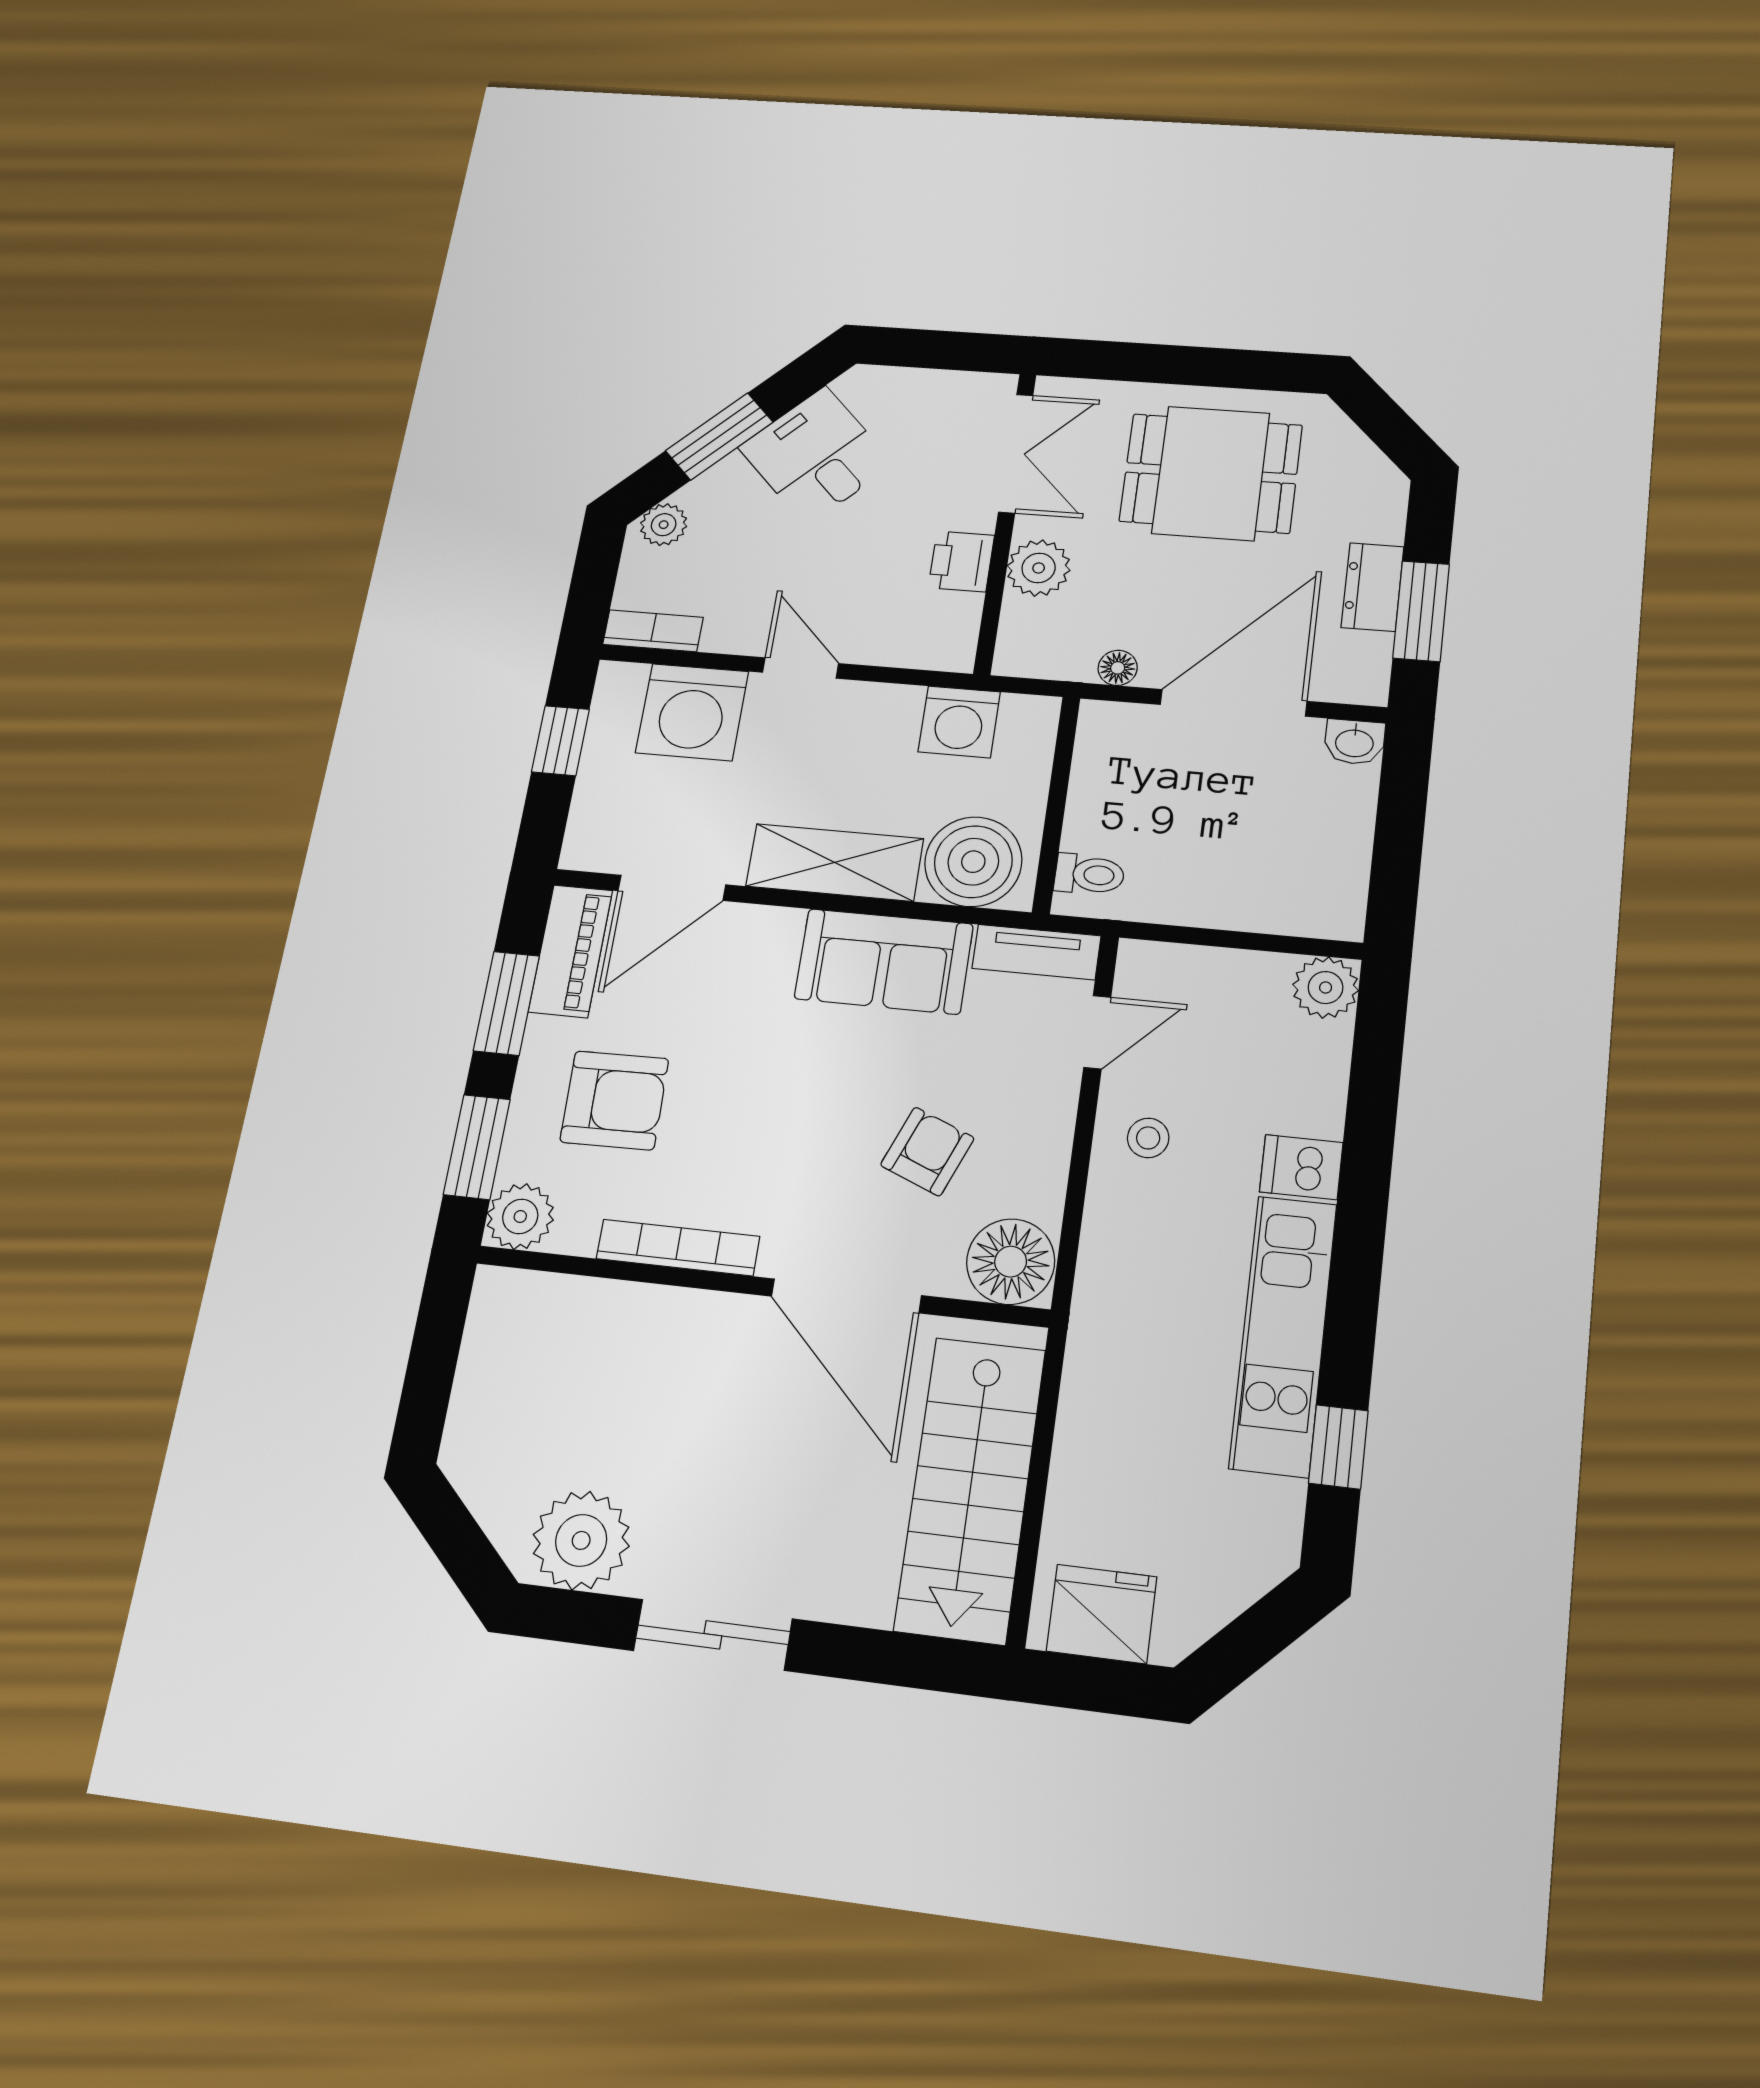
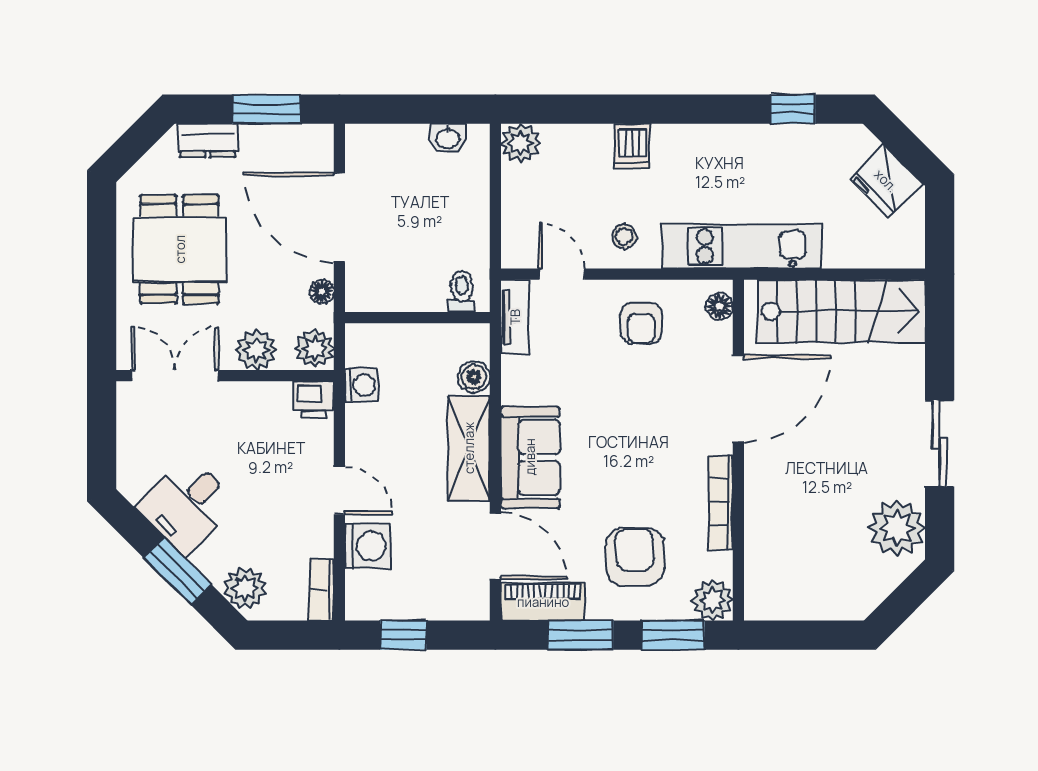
plant: (664, 525) -> (245, 588), width x1.38, depth x1.38
printer: (961, 562) -> (313, 400), moved
dresser: (1373, 587) -> (208, 140), moved
plant: (1029, 651) -> (315, 348), added
door: (800, 668) -> (339, 491), swing flipped
washing machine: (692, 712) -> (368, 546), width x0.73, depth x0.73
washing machine: (959, 722) -> (361, 385), width x0.73, depth x0.73
washbasin: (1354, 742) -> (448, 138), moved, turned 90
boiler: (973, 862) -> (474, 377), width x0.54, depth x0.54
sofa: (884, 961) -> (530, 457), moved
armchair: (927, 1152) -> (641, 323), moved, turned -112
floor lamp: (1011, 1262) -> (719, 306), width x0.53, depth x0.53
kitchen unit: (1283, 1335) -> (741, 246), moved, turned 180
fridge: (1102, 1614) -> (886, 181), moved, turned -45

